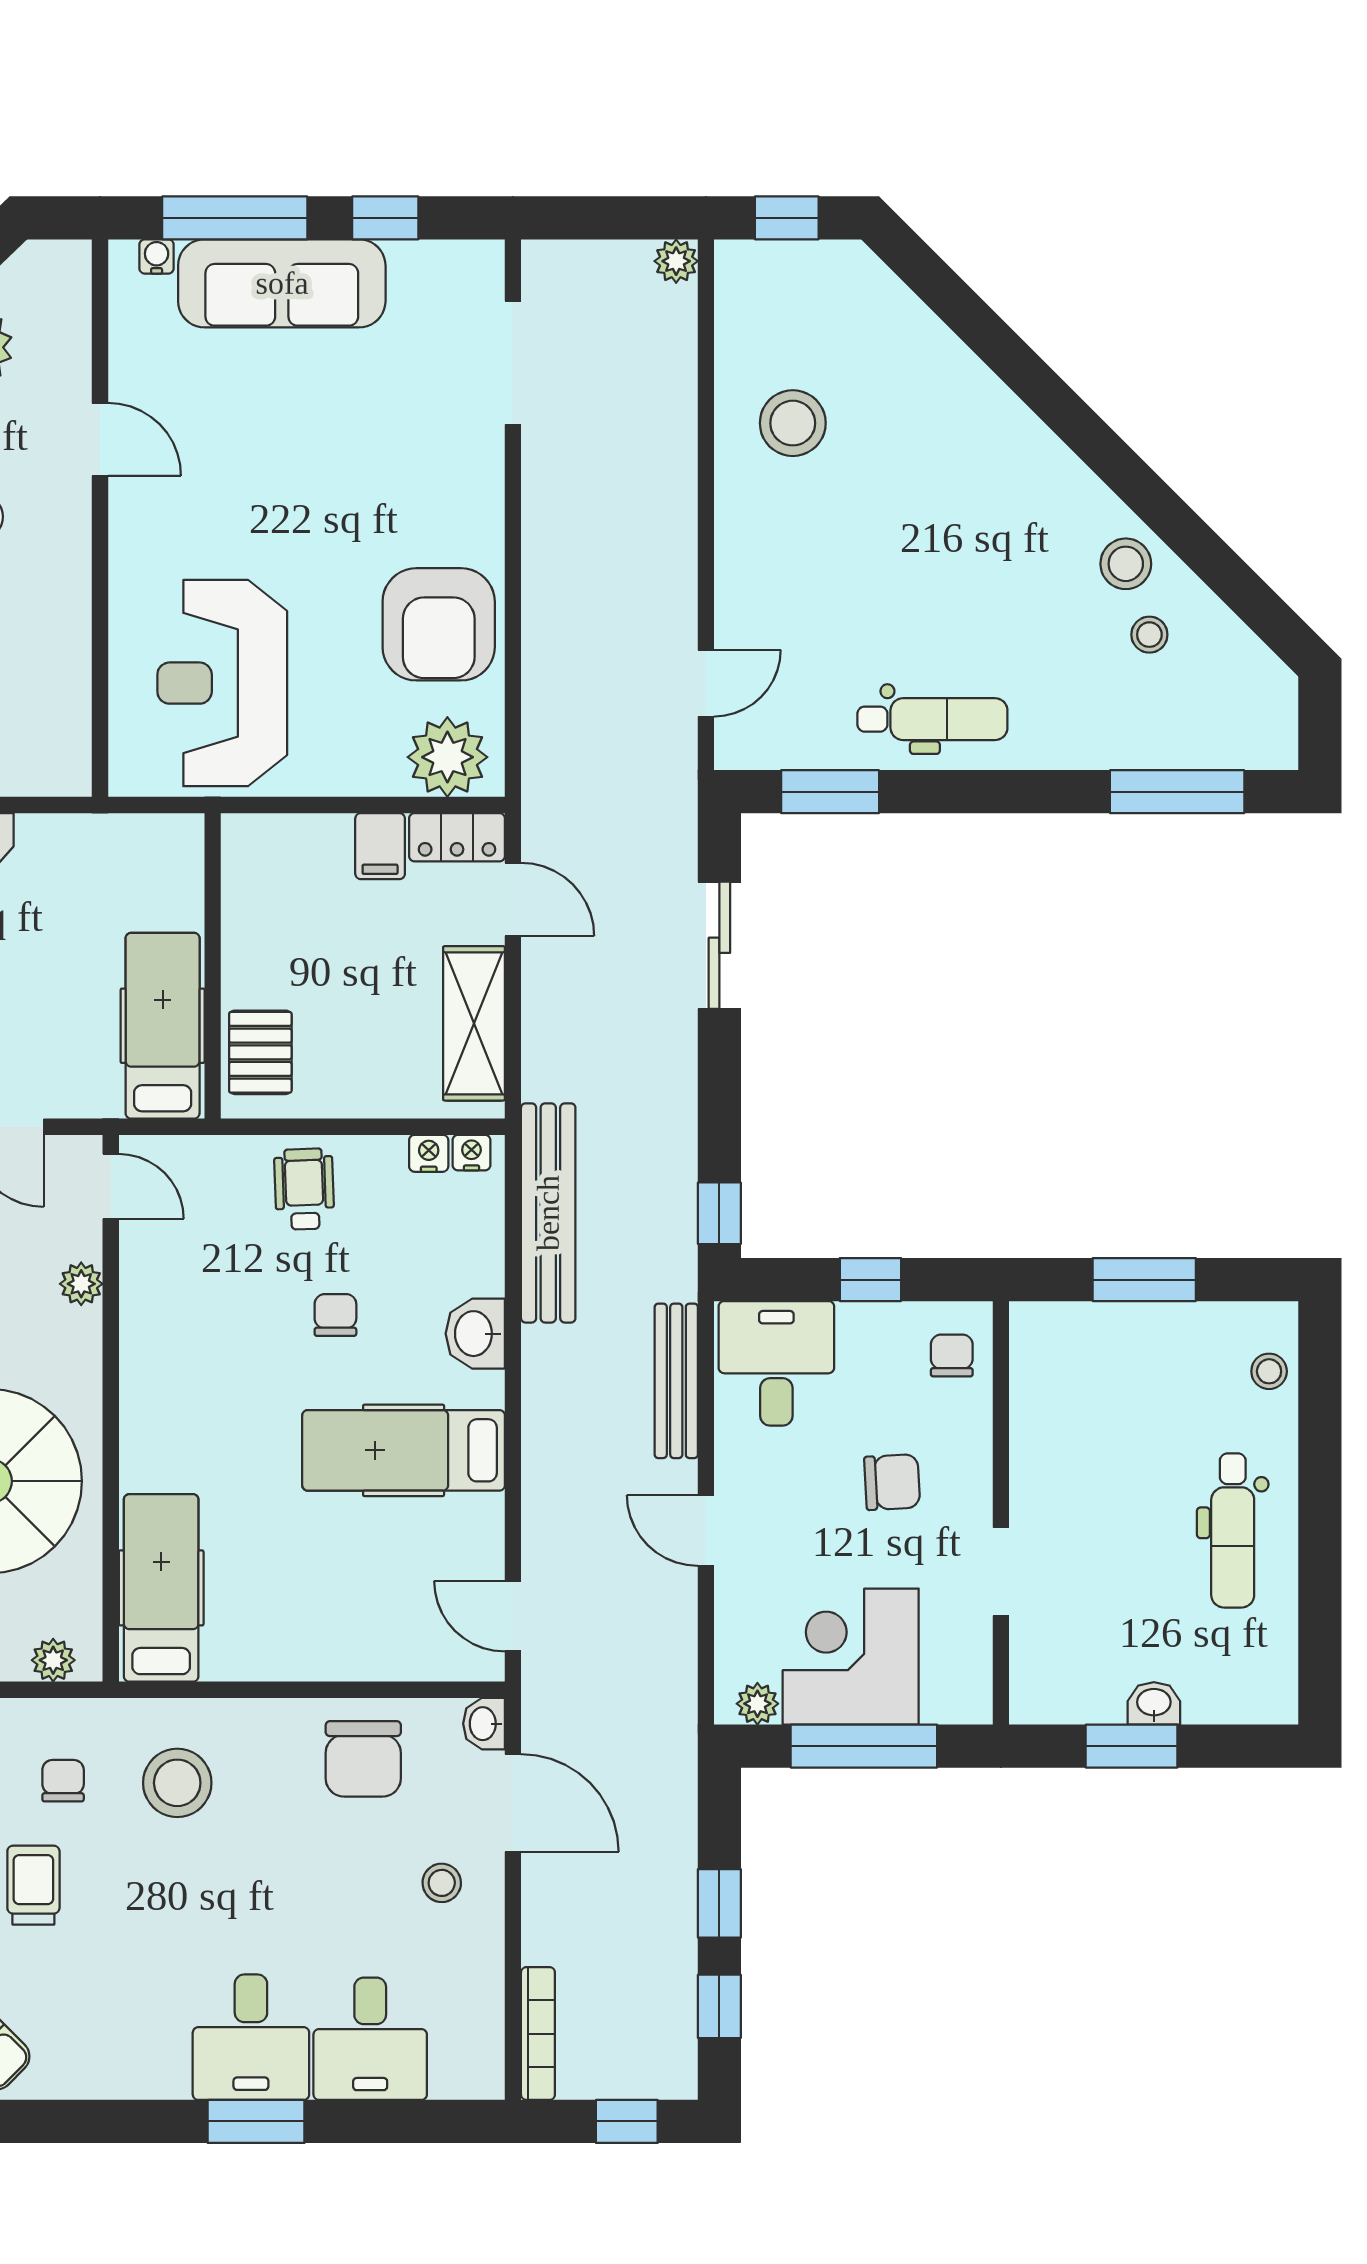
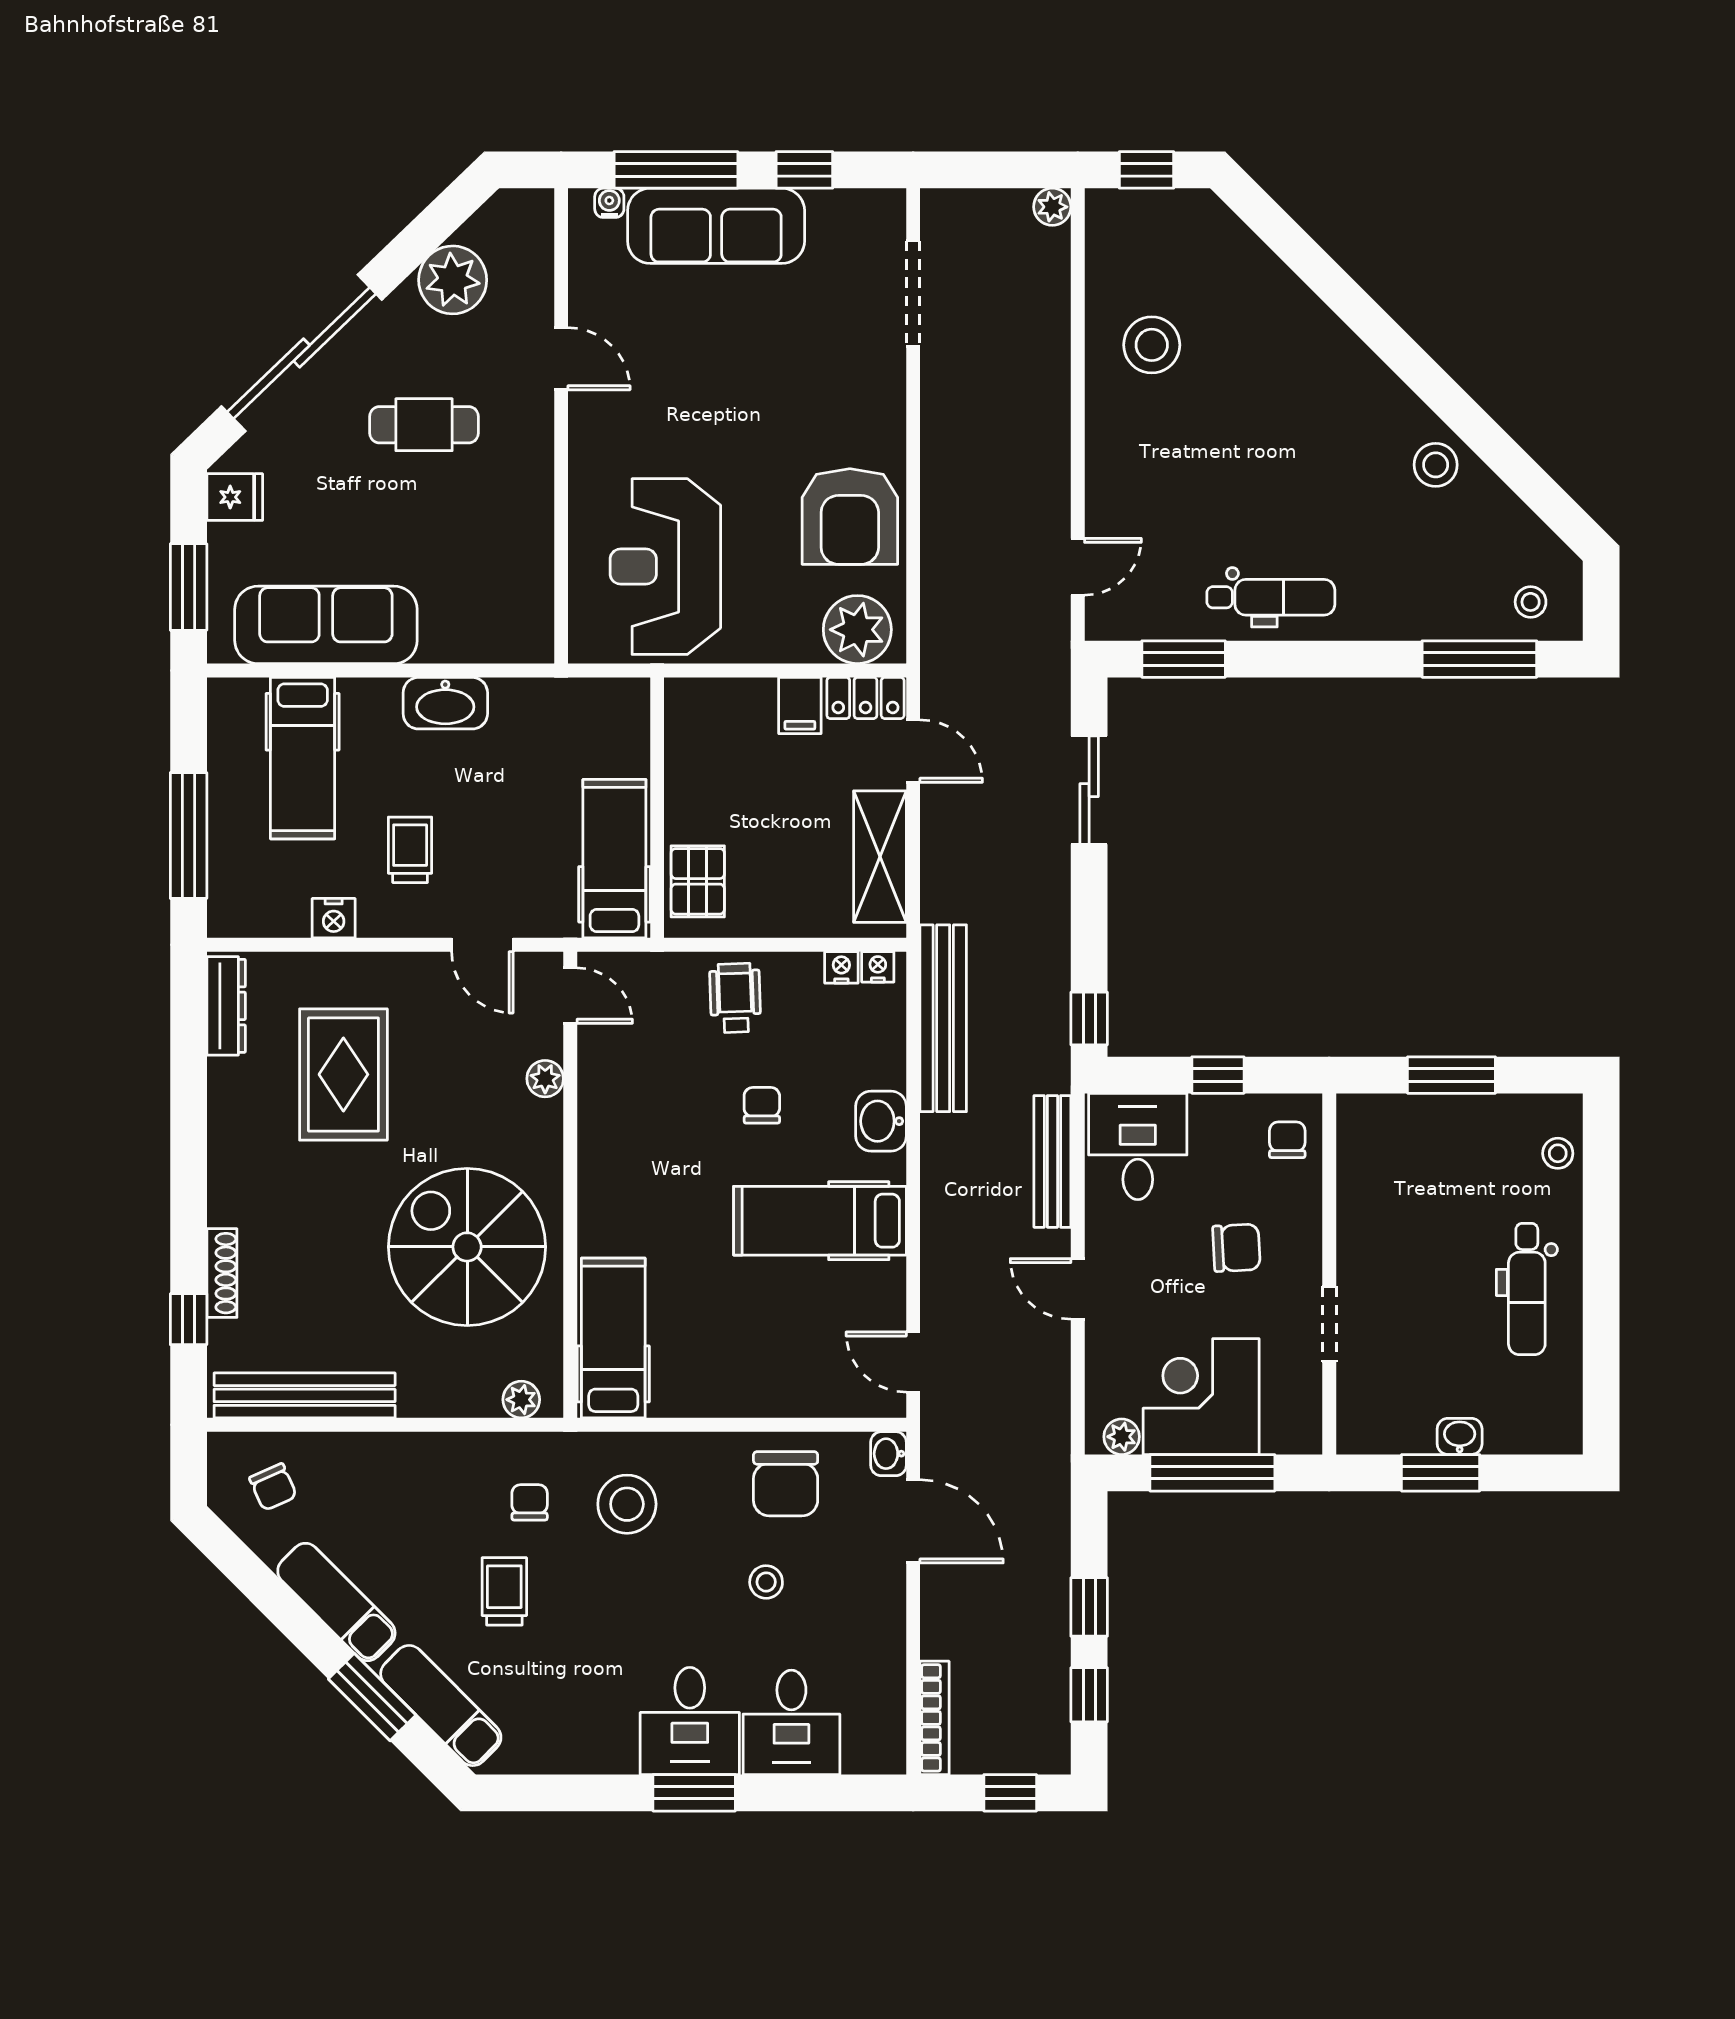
stool: (1149, 635) -> (1531, 602), moved
stool: (442, 1883) -> (766, 1582), moved

